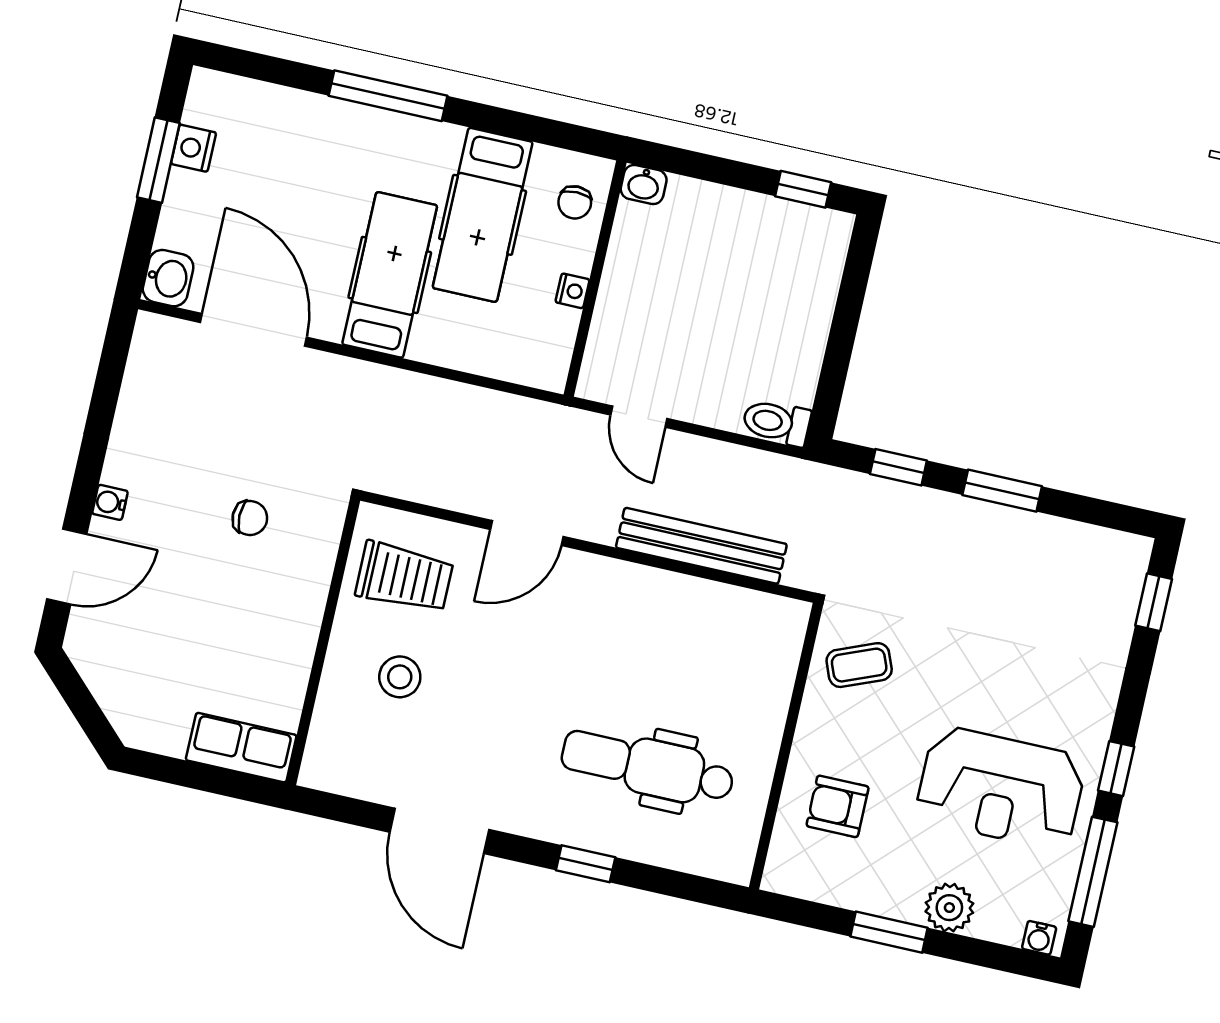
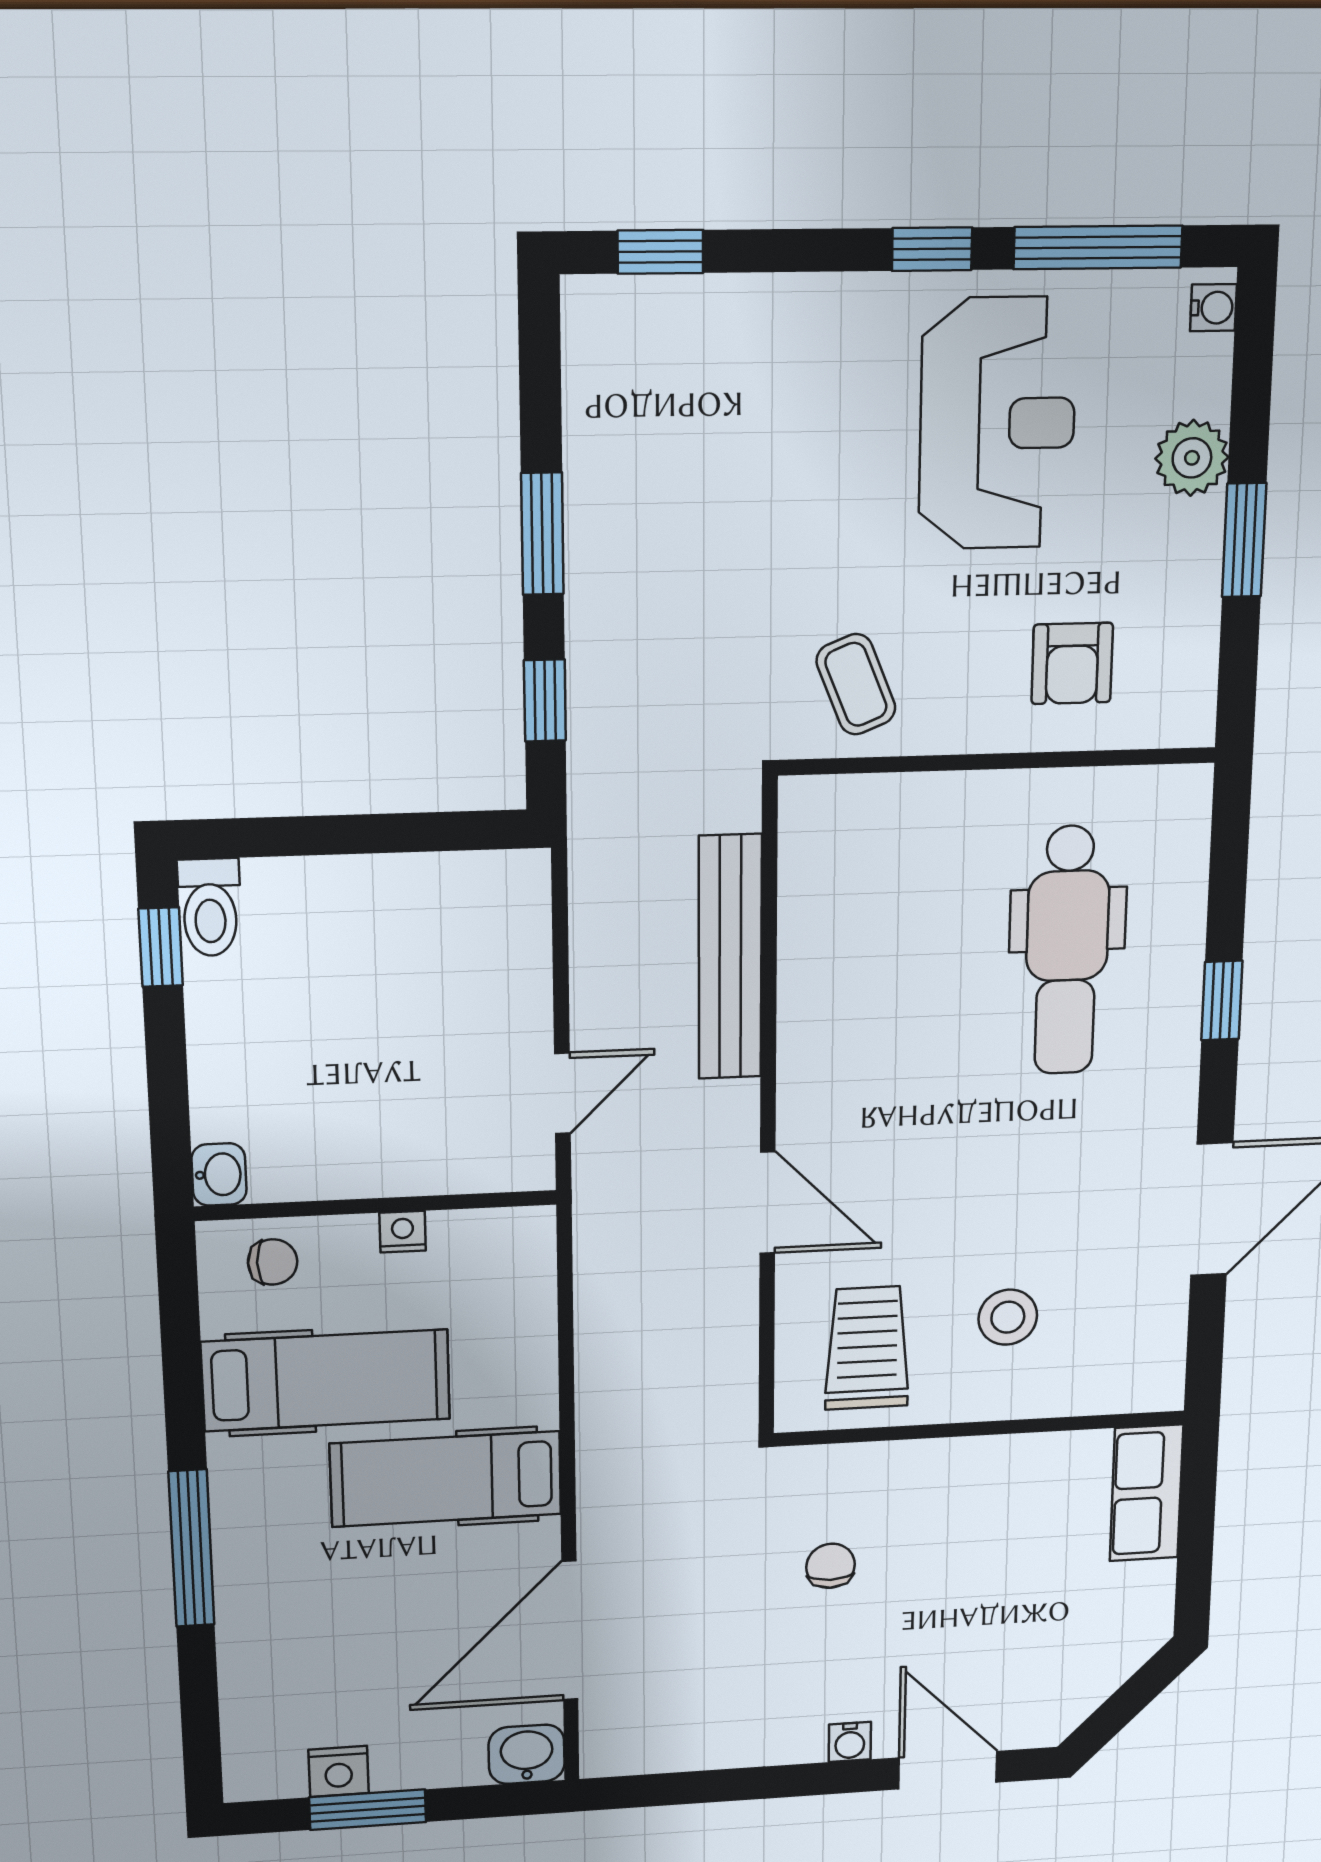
toilet: (776, 422) -> (210, 907), moved

